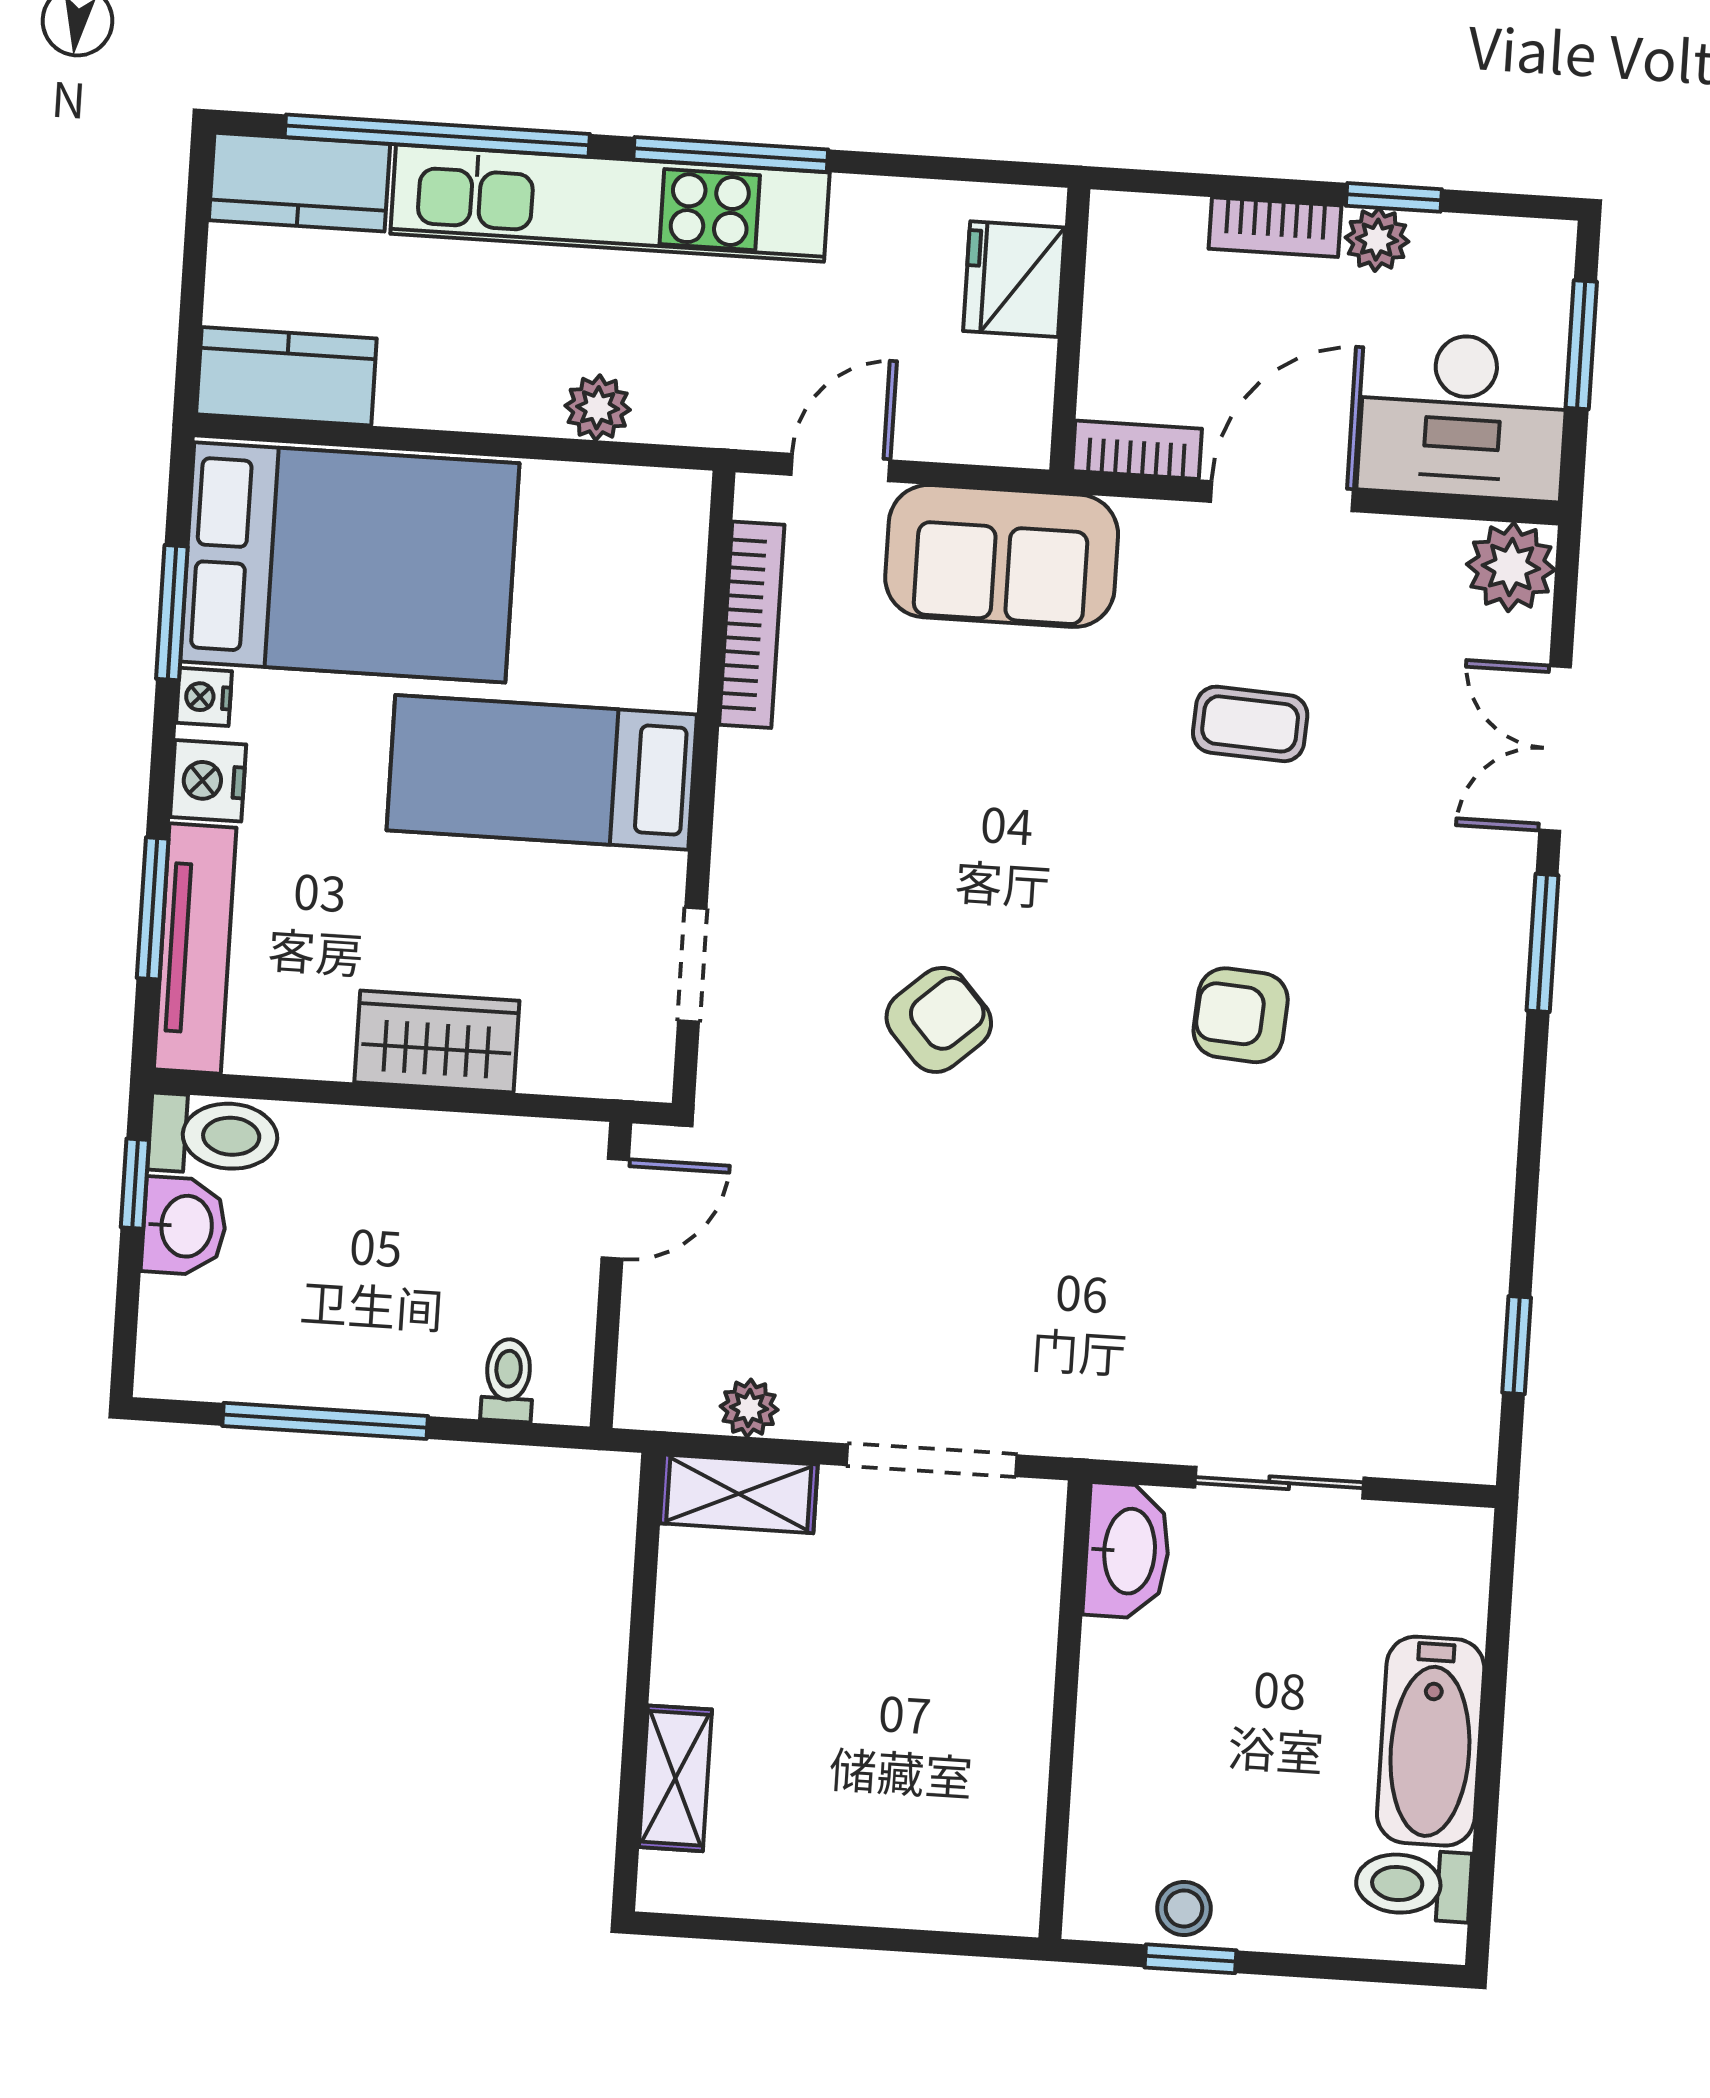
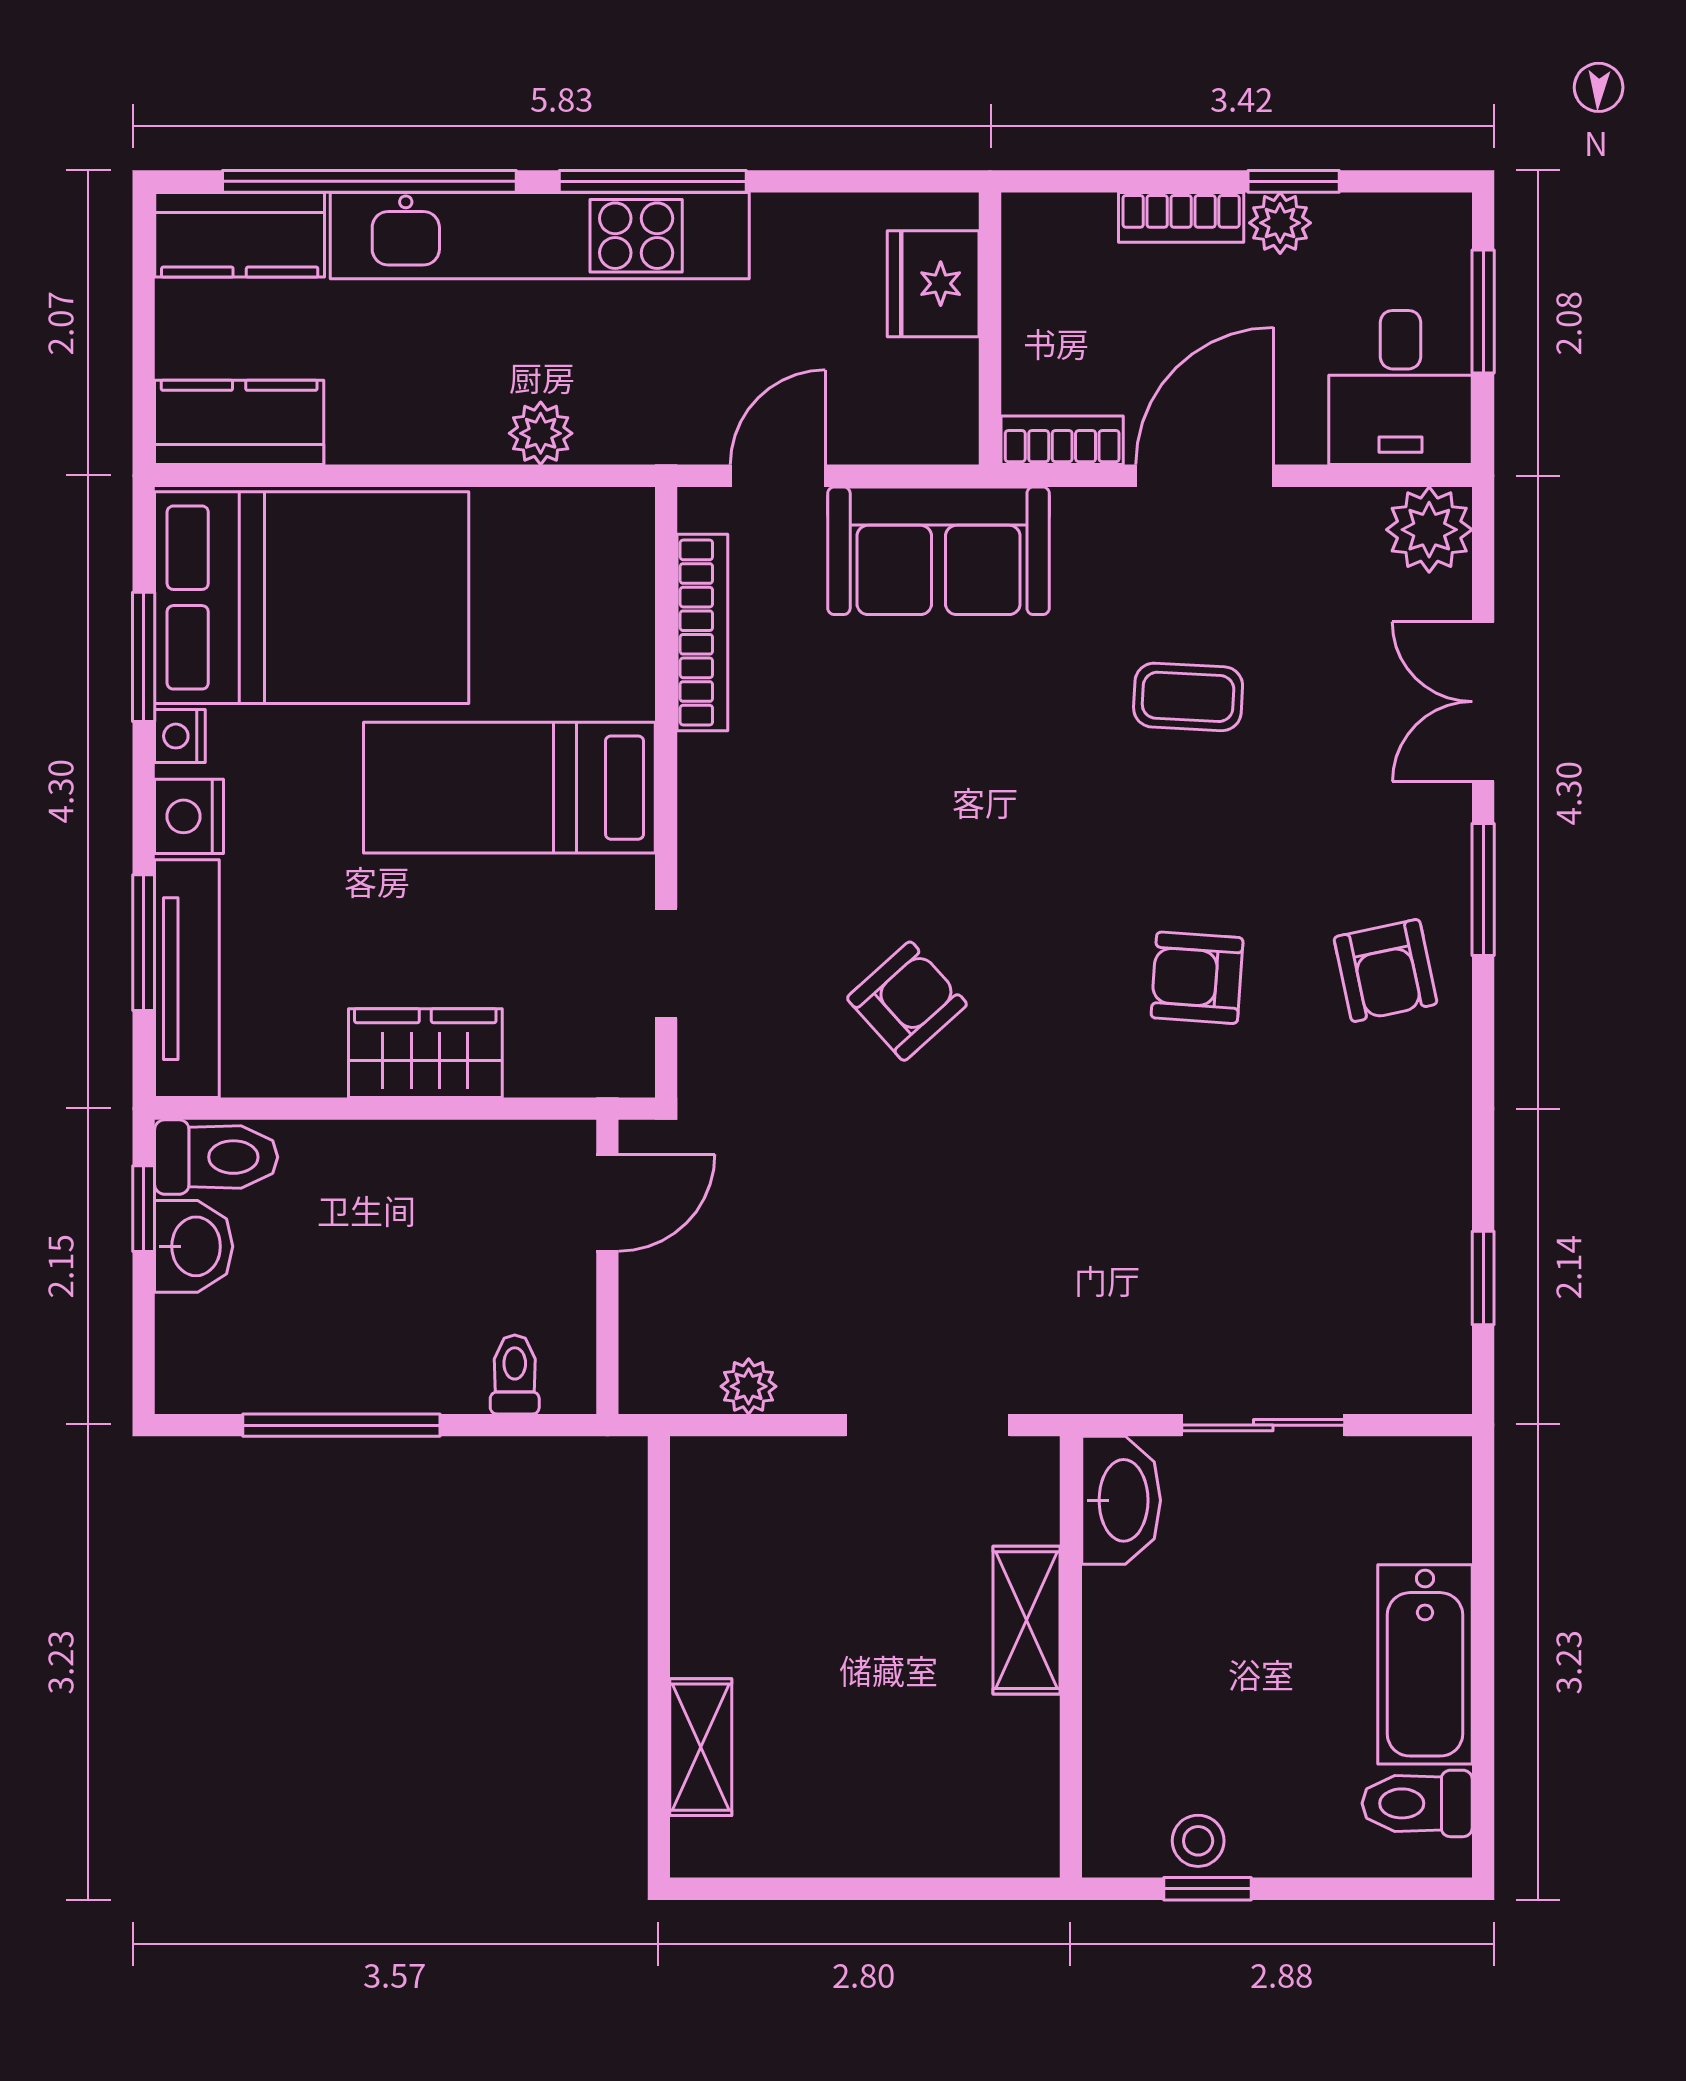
desk: (1463, 416) -> (1401, 388), width x0.73
armchair: (1436, 1020) -> (1385, 971), added
shelving: (739, 1494) -> (1027, 1620), moved, turned 90

